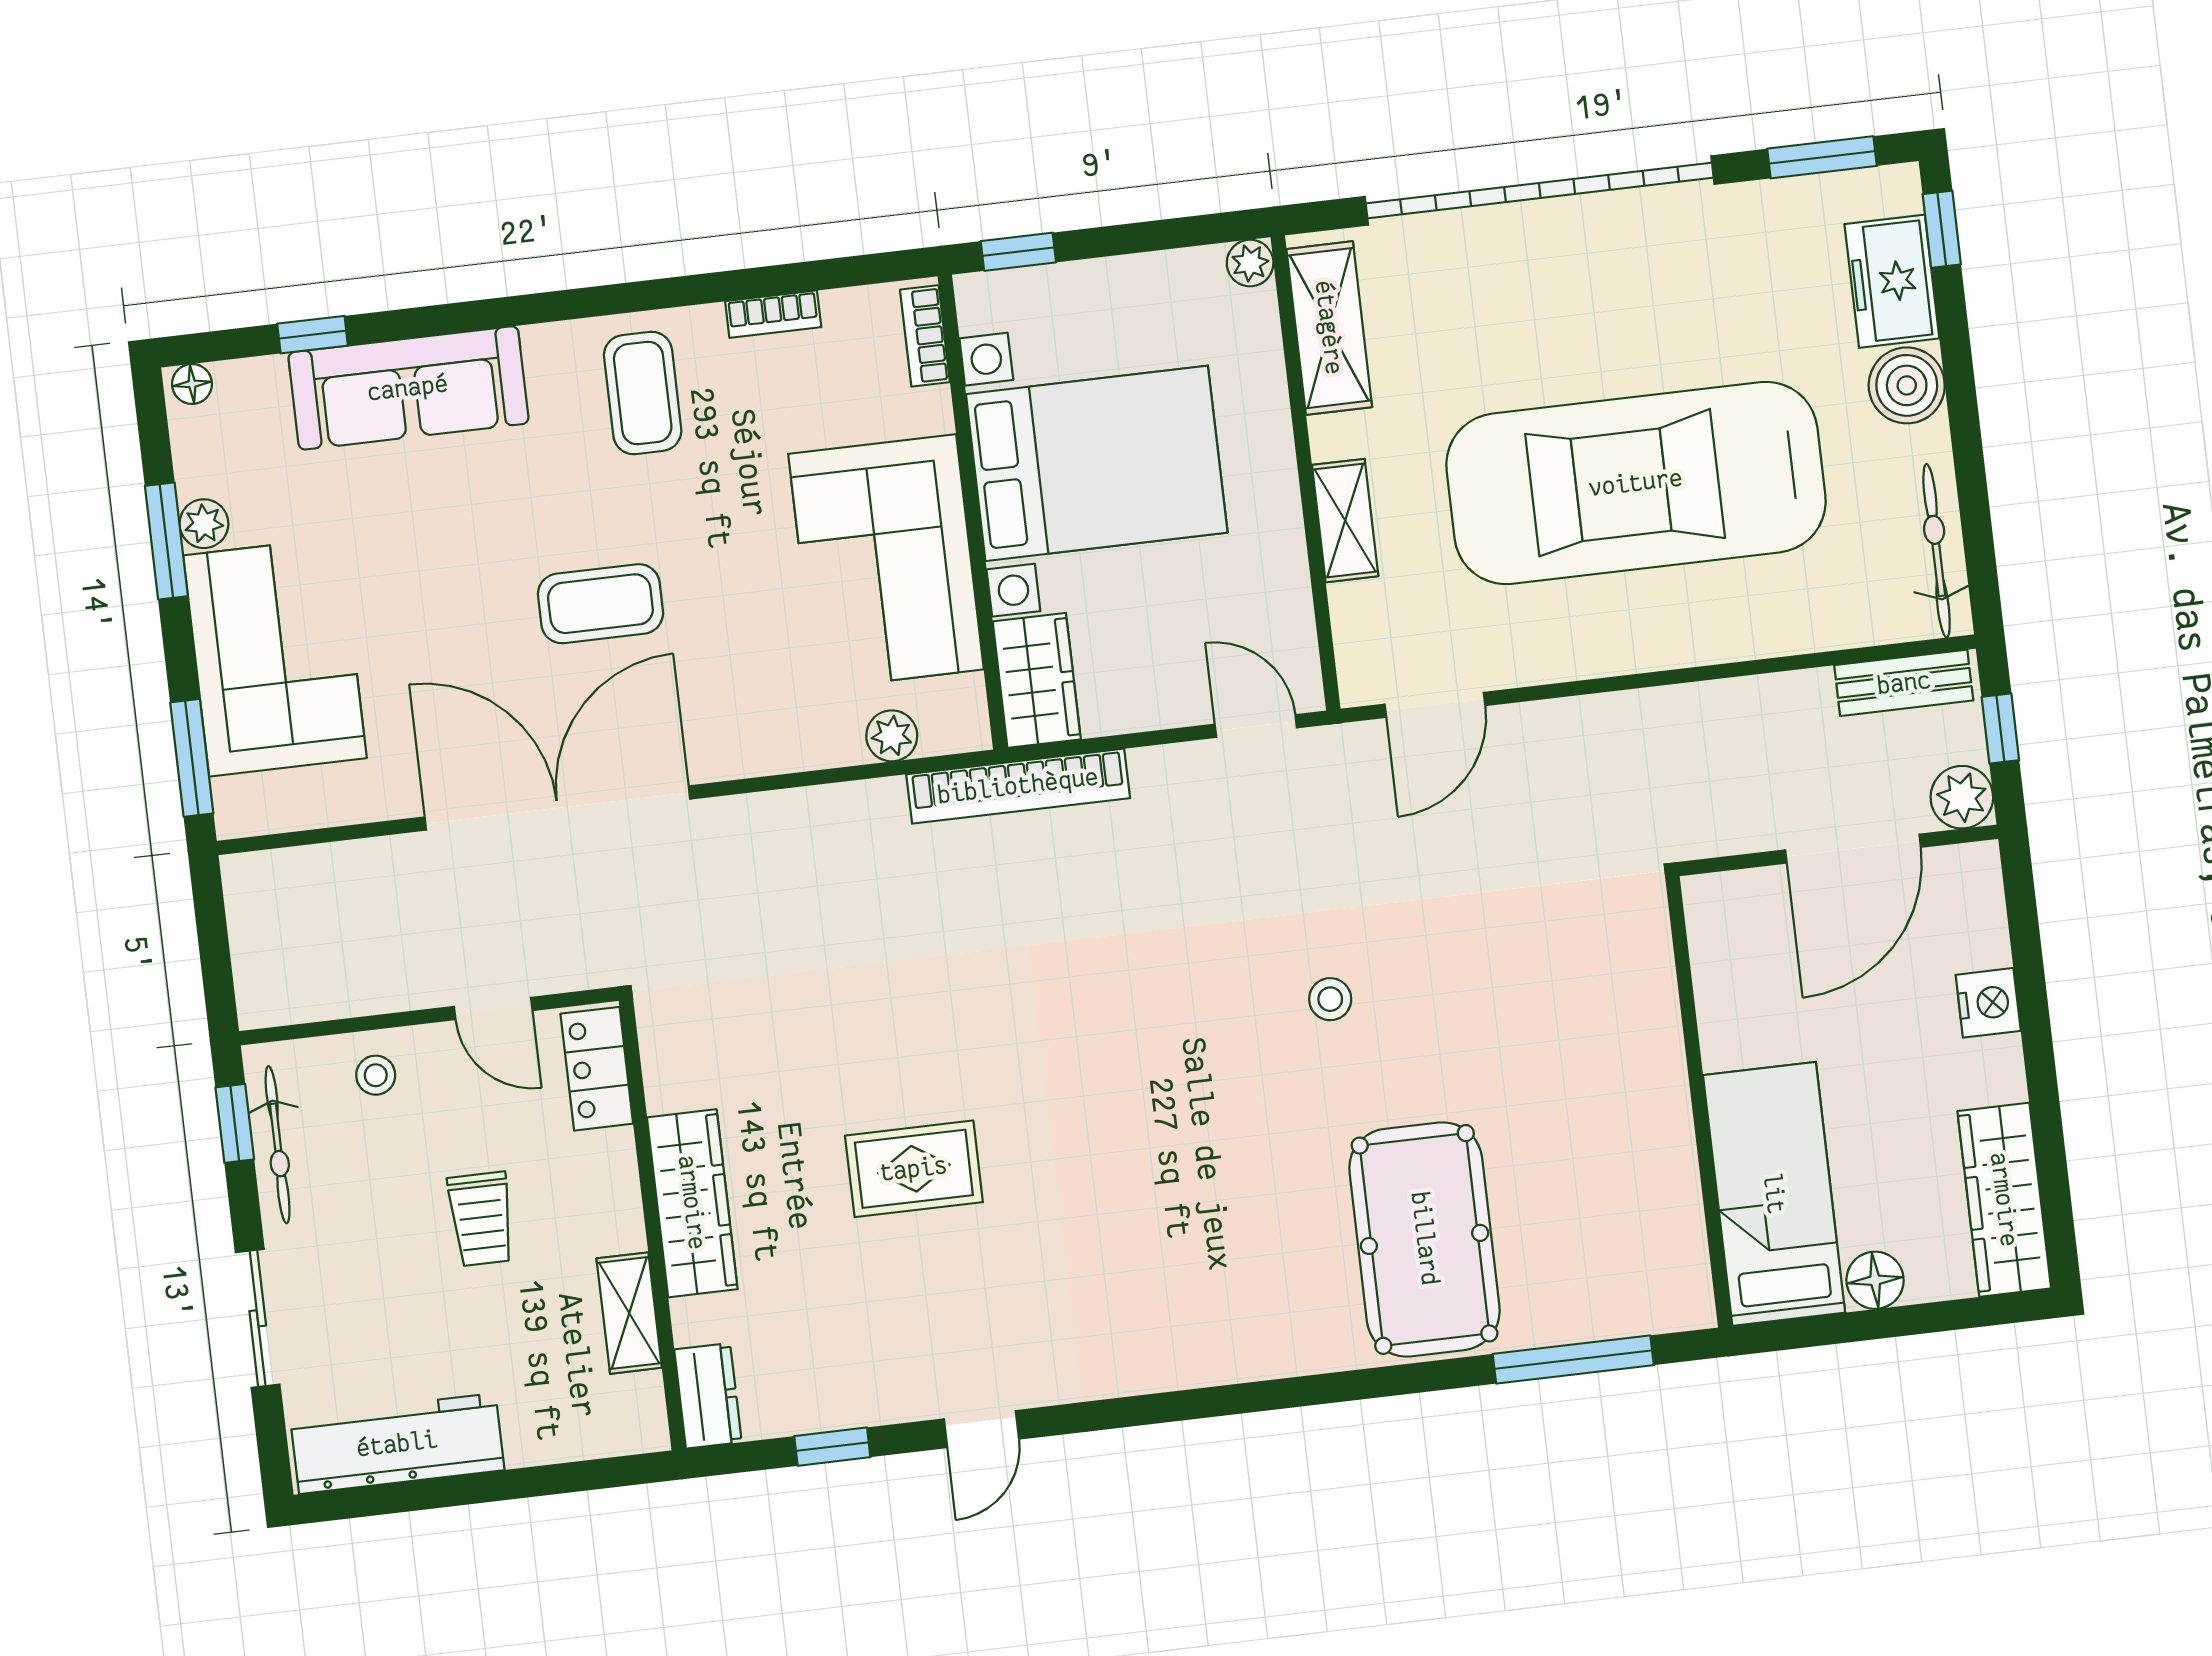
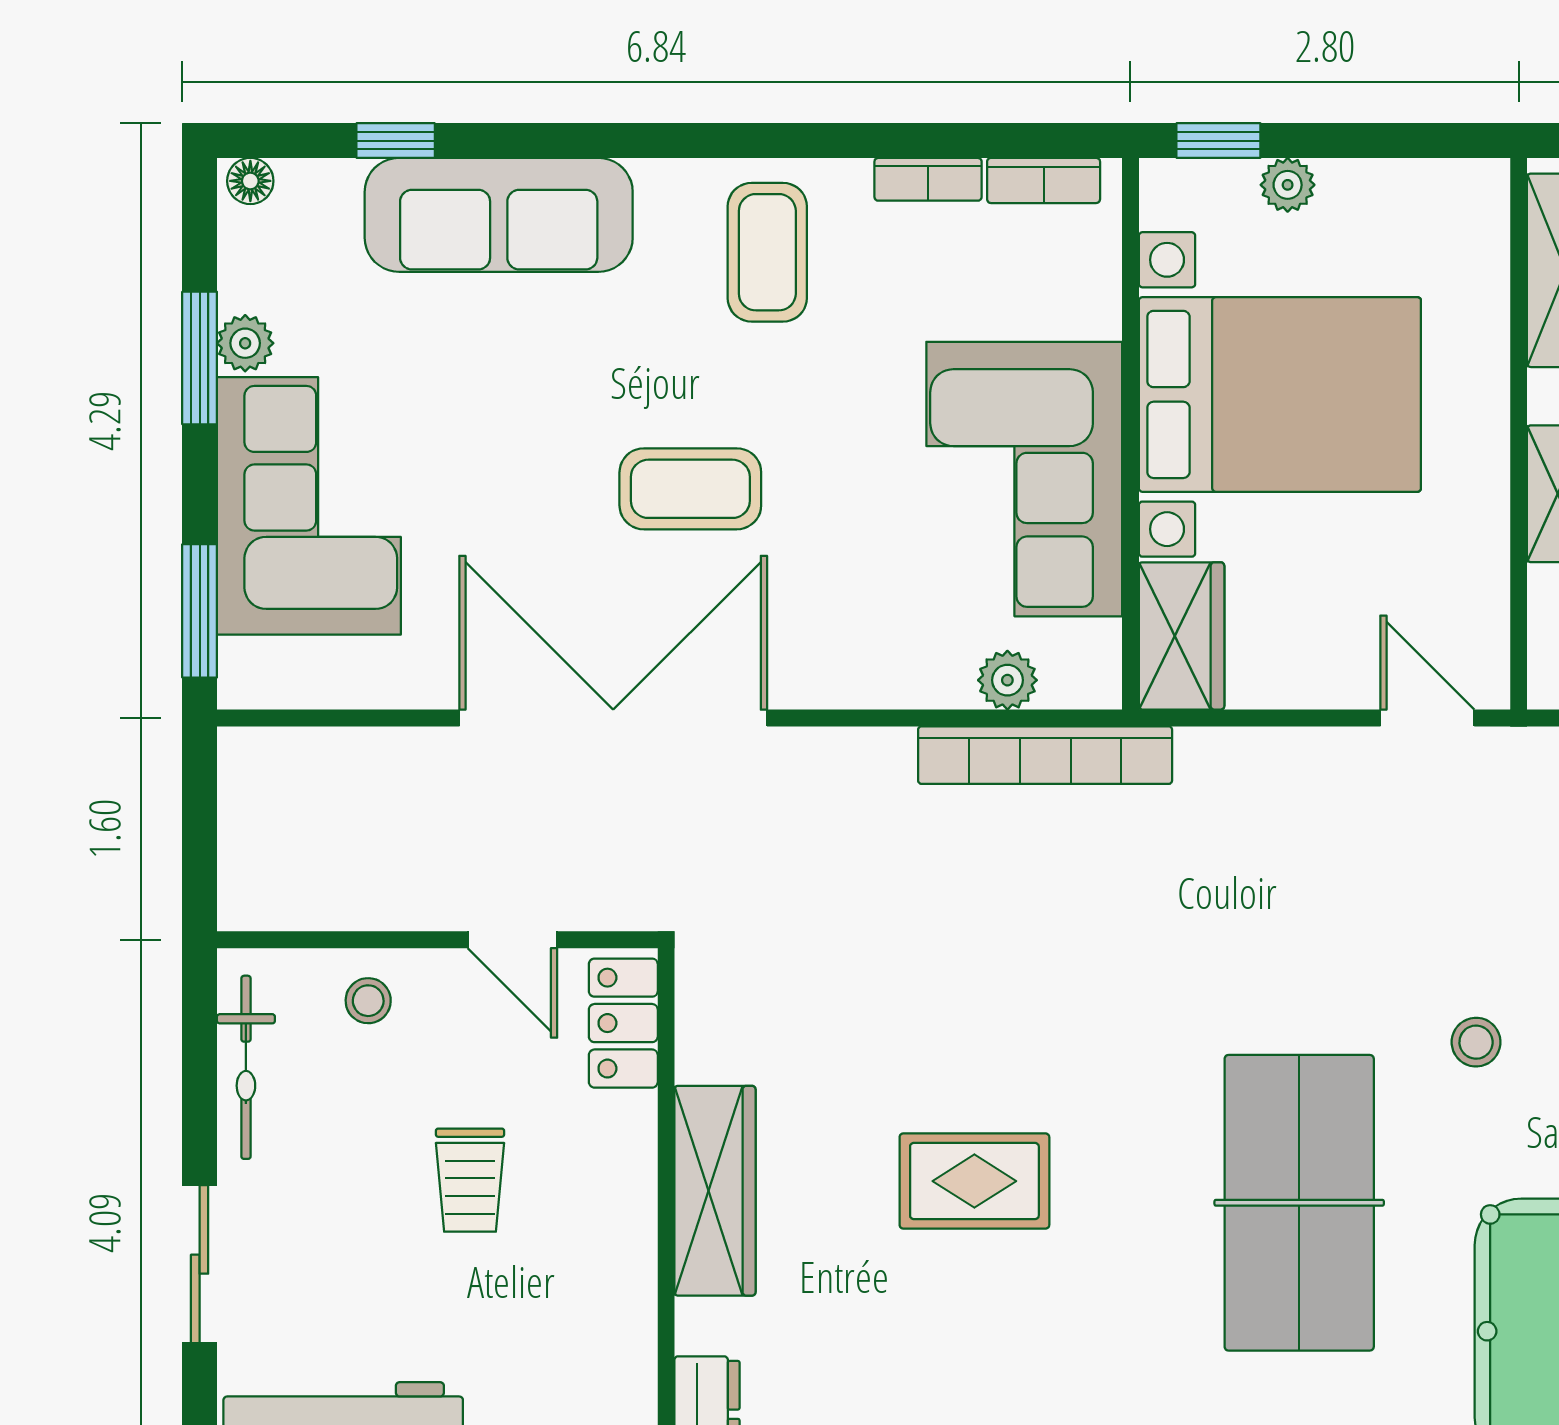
plant: (1250, 263) -> (1288, 185), moved
bookcase: (925, 336) -> (1044, 180), moved, turned -90
bookcase: (1018, 786) -> (1045, 755), moved
window: (235, 1123) -> (200, 1037), removed
table tennis table: (1195, 1155) -> (1299, 1203), added
shelving: (629, 1313) -> (627, 1308), removed

